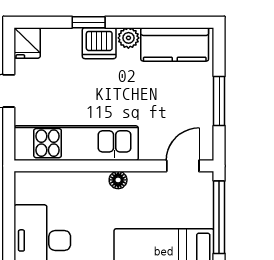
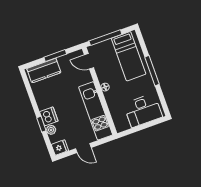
plant: (128, 38) -> (51, 130), moved
kitchen counter: (175, 44) -> (44, 71), moved, turned 90

